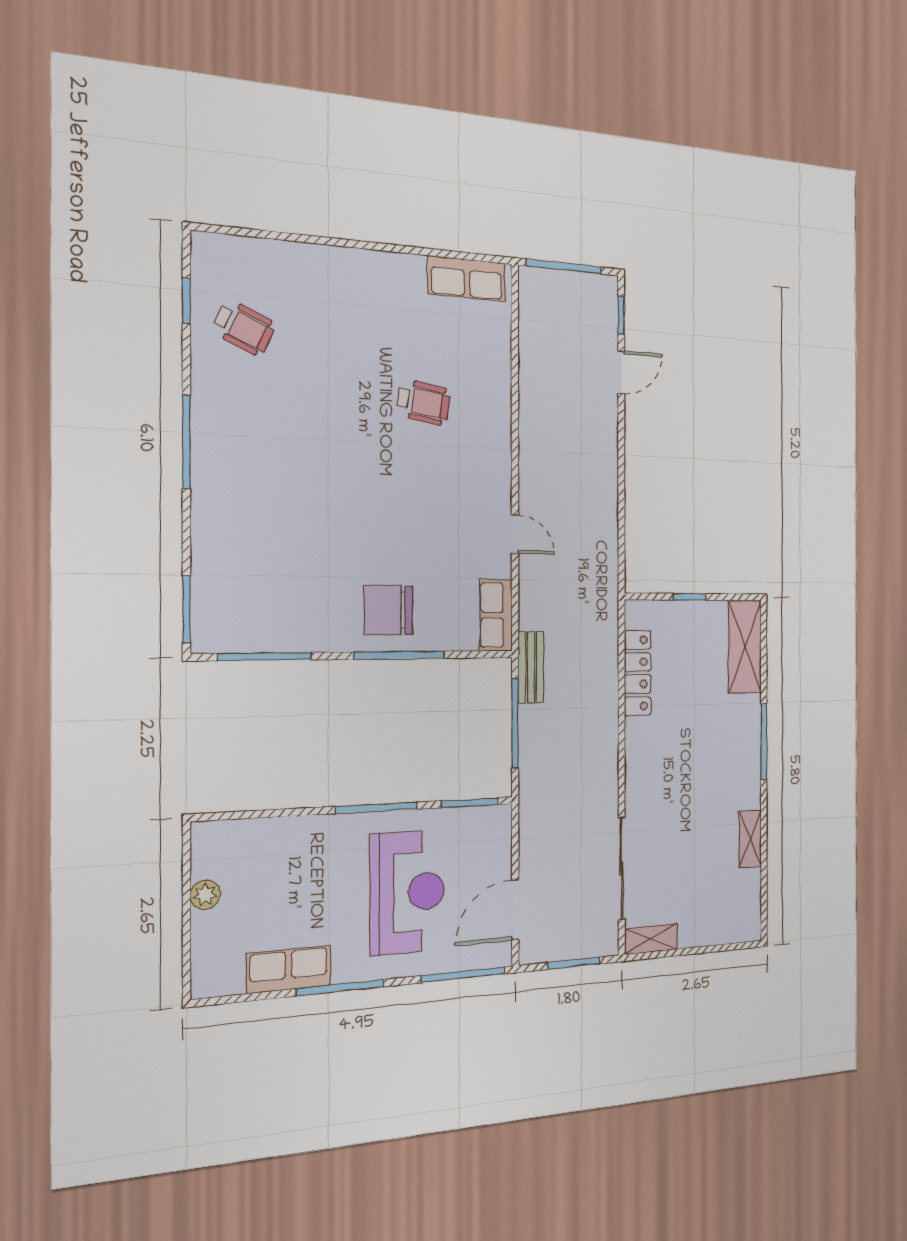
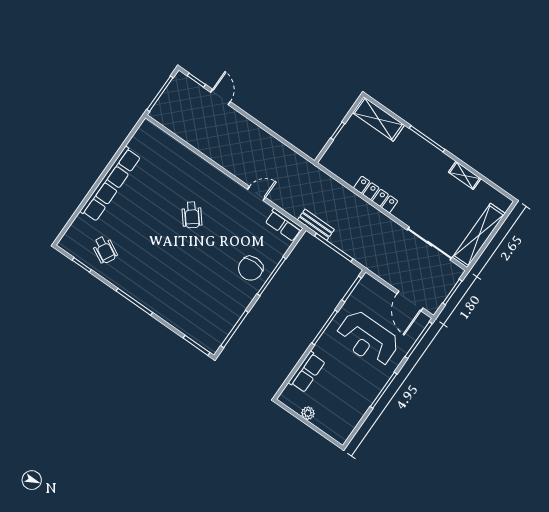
row of seats: (467, 279) -> (110, 184), moved, width x2.02
wheelchair: (244, 328) -> (105, 250), turned 93
wheelchair: (423, 402) -> (192, 215), moved, turned 132
locker: (638, 673) -> (376, 194), moved
reception desk: (407, 892) -> (367, 339), turned 180
shelving: (651, 939) -> (479, 235), width x2.20, depth x1.33
row of seats: (289, 970) -> (307, 372), moved, turned 180

